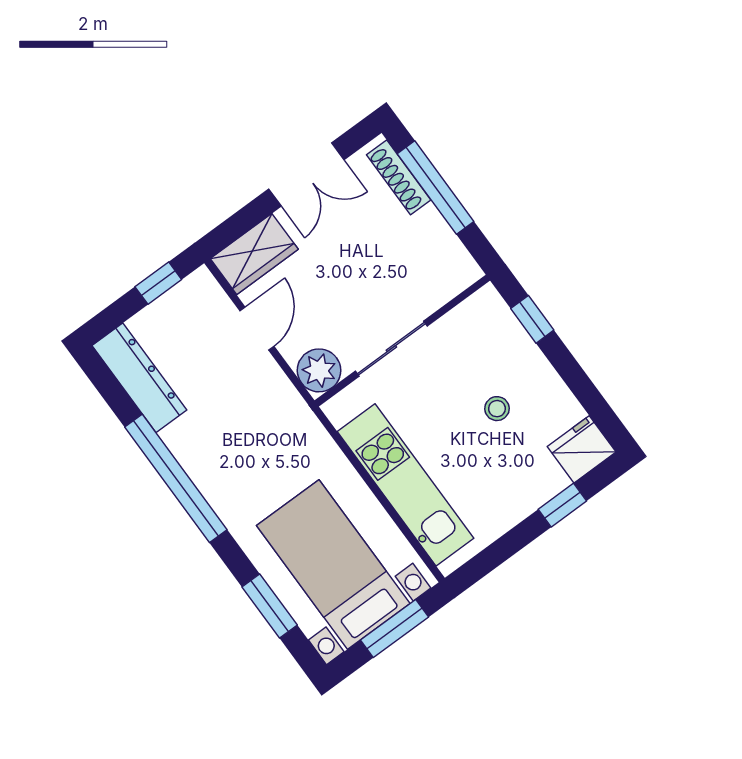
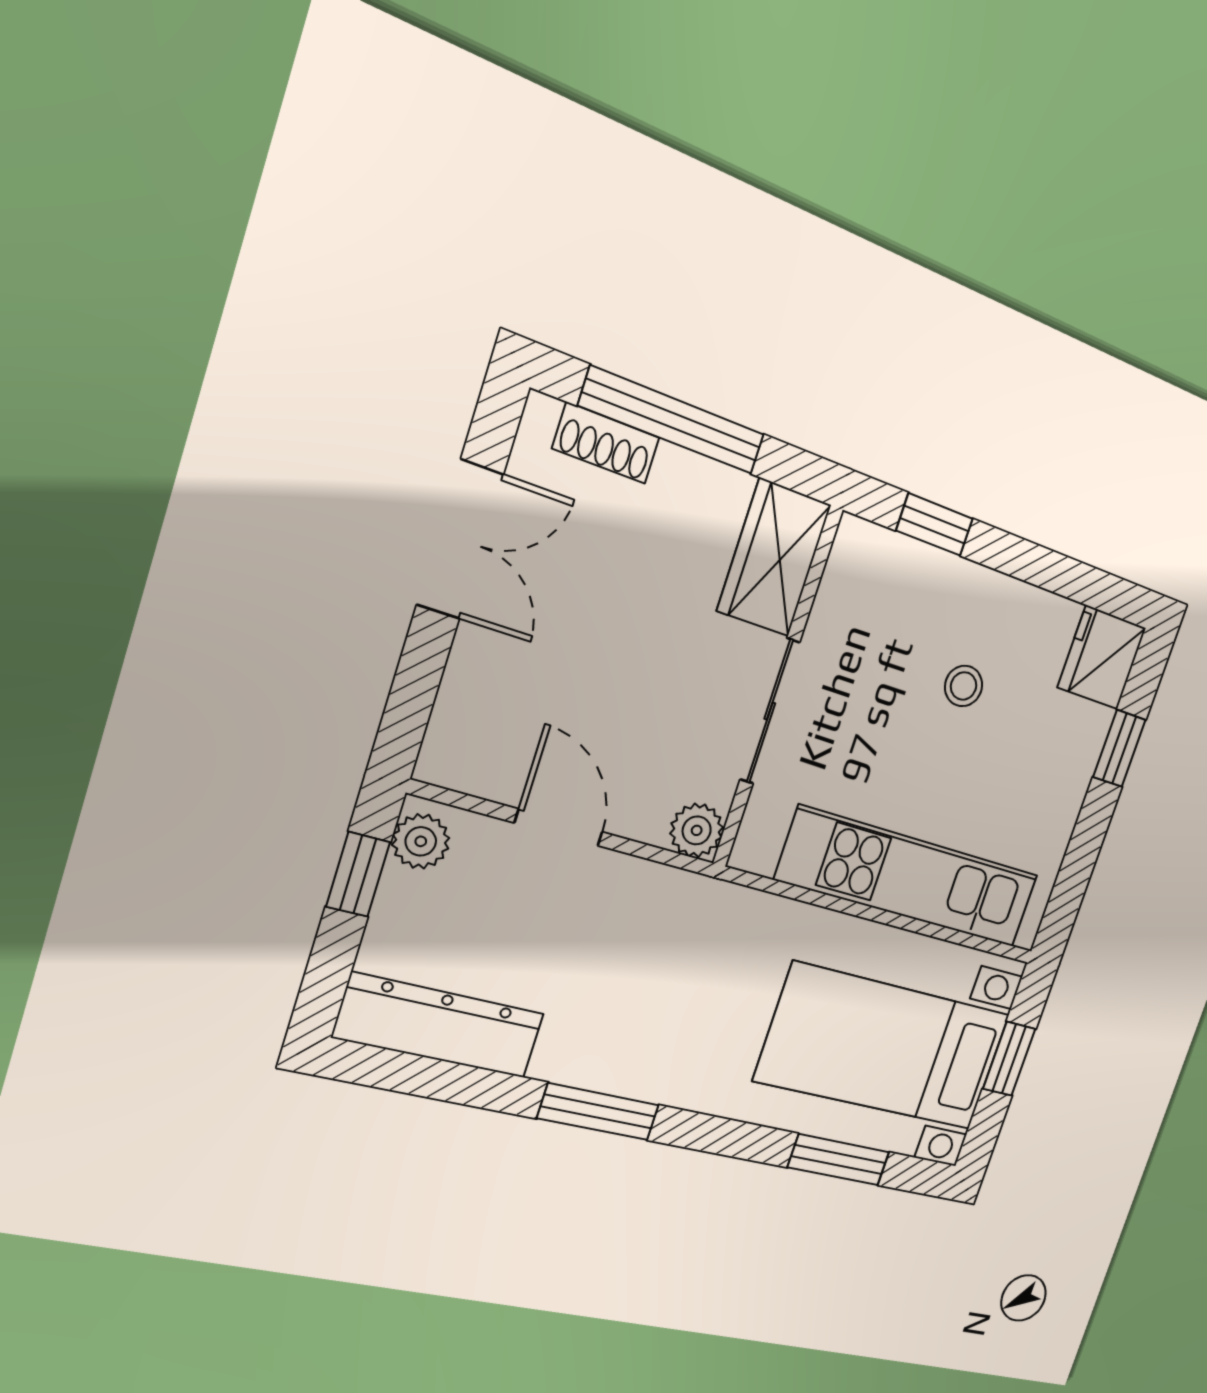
shoe rack: (399, 177) -> (606, 443), width x0.70
wardrobe: (254, 254) -> (774, 558), moved, turned 180
plant: (194, 289) -> (421, 841), added
plant: (319, 370) -> (697, 830), width x0.73, depth x0.73
window: (176, 478) -> (598, 1112), width x0.47
window: (394, 628) -> (1009, 1059), width x0.67

